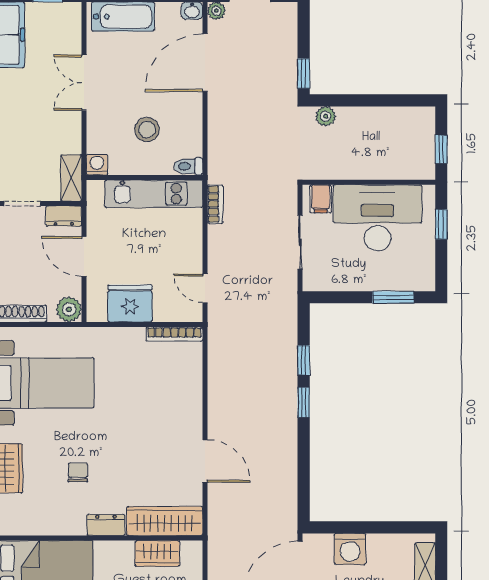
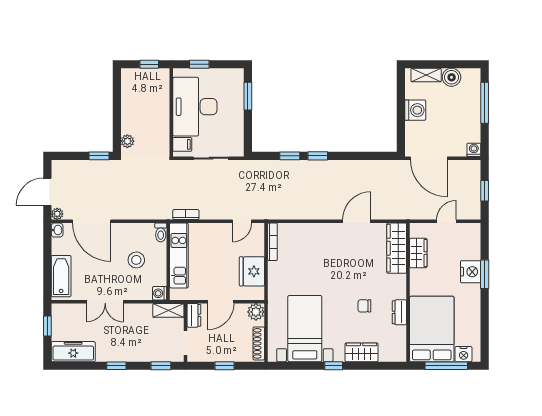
dresser: (106, 525) -> (399, 312), moved
washing machine: (350, 549) -> (415, 110), moved

